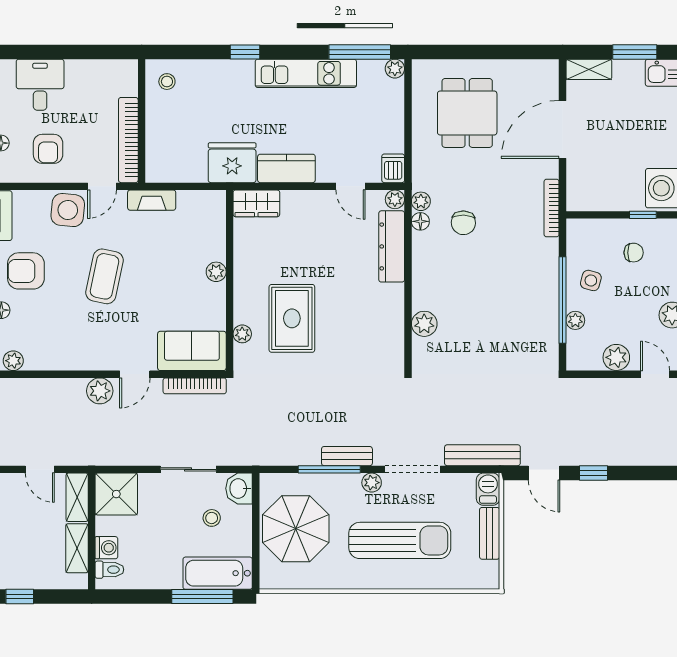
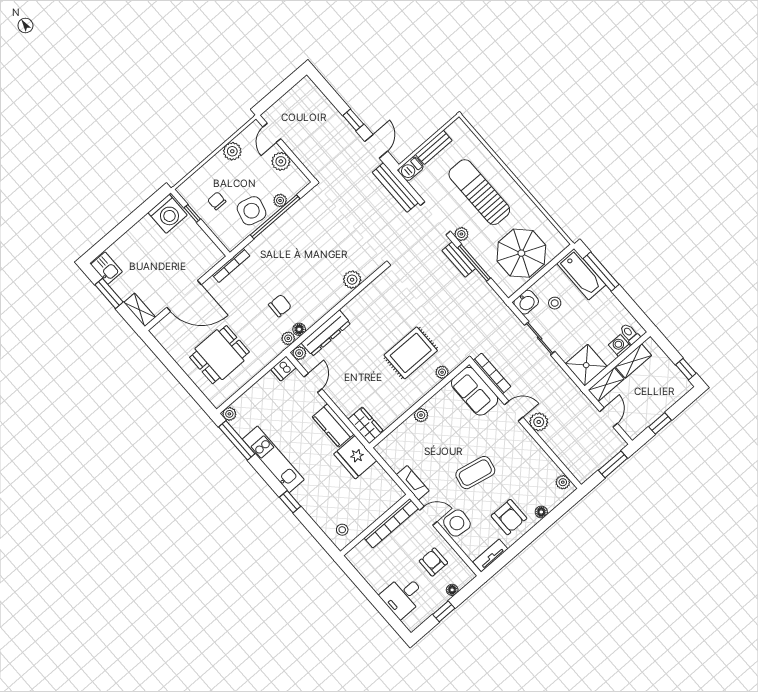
armchair: (48, 149) -> (433, 562), turned -90
side table: (591, 280) -> (252, 211), width x1.87, depth x1.87

